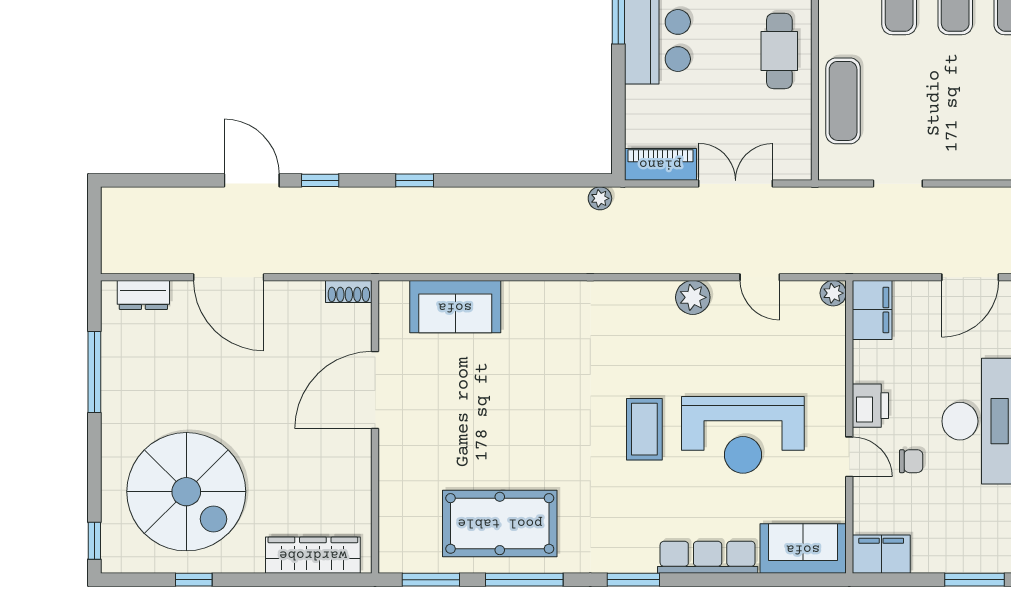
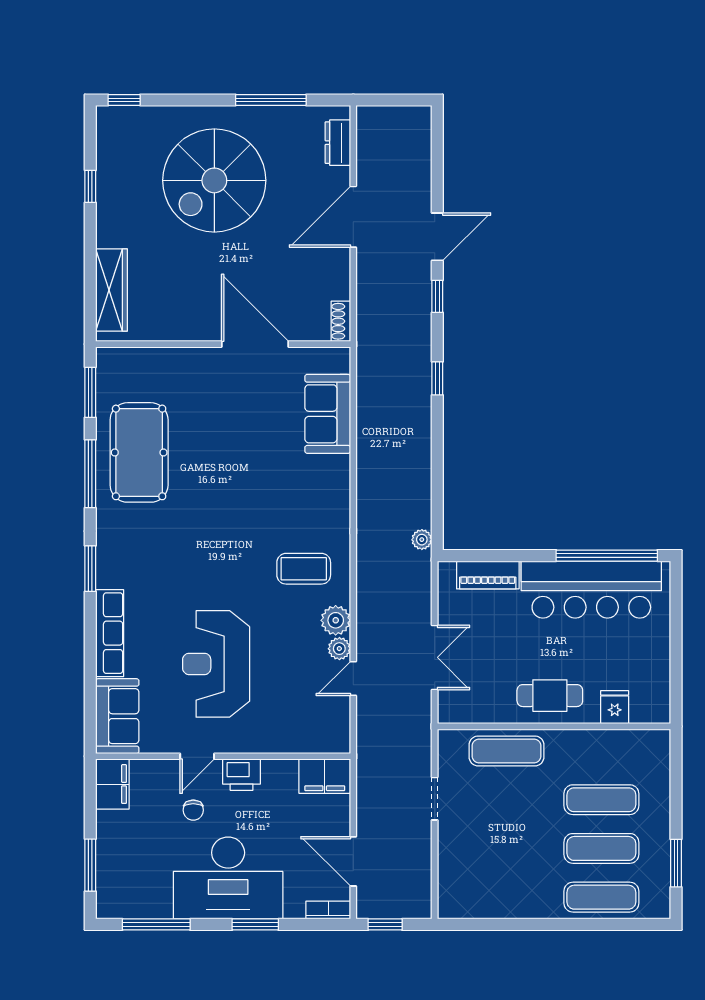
piano: (660, 164) -> (488, 575), moved, turned 90
plant: (833, 293) -> (339, 649), moved
coffee table: (644, 429) -> (304, 569), moved
spiral stairs: (186, 492) -> (214, 180), moved

